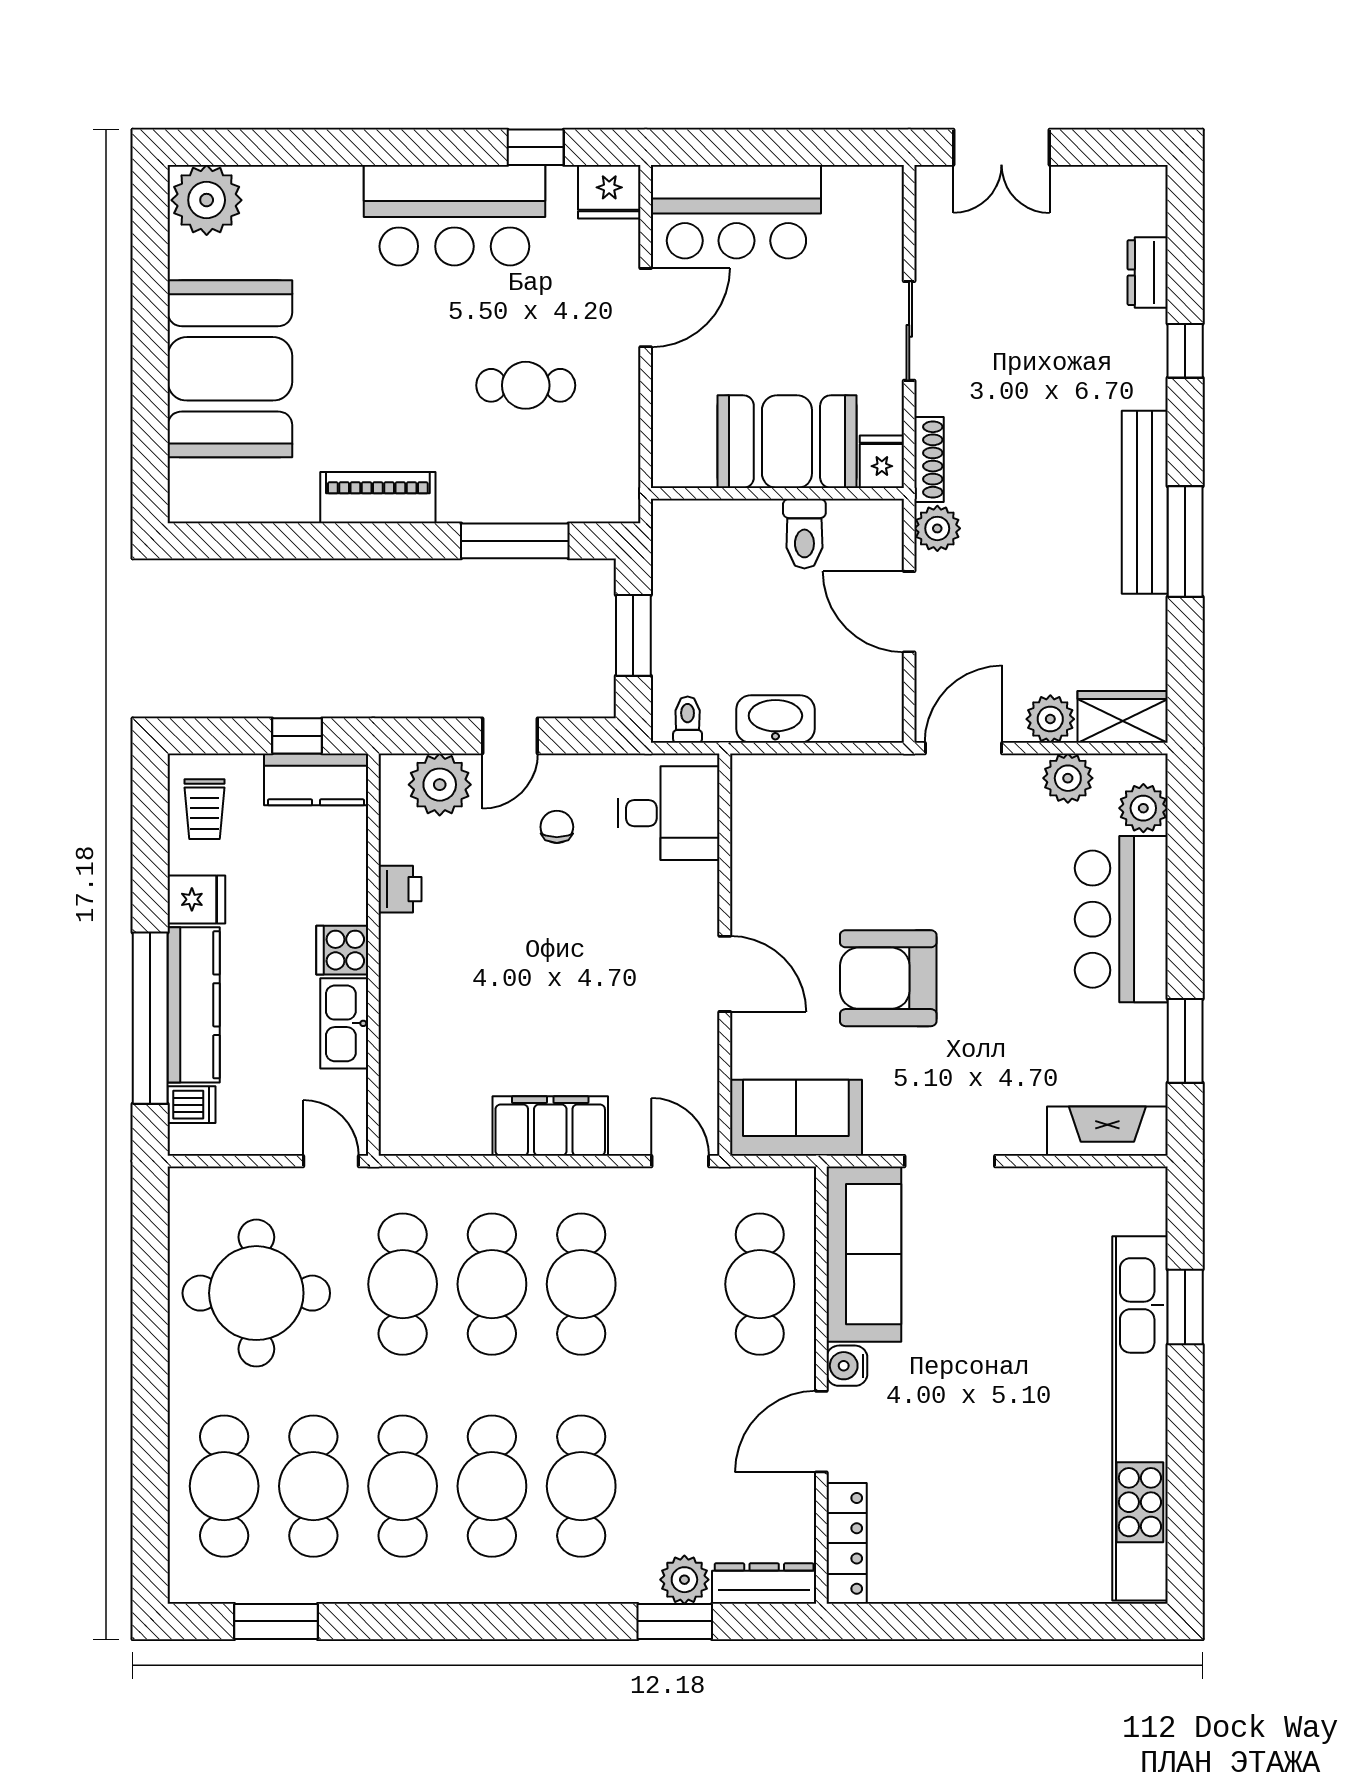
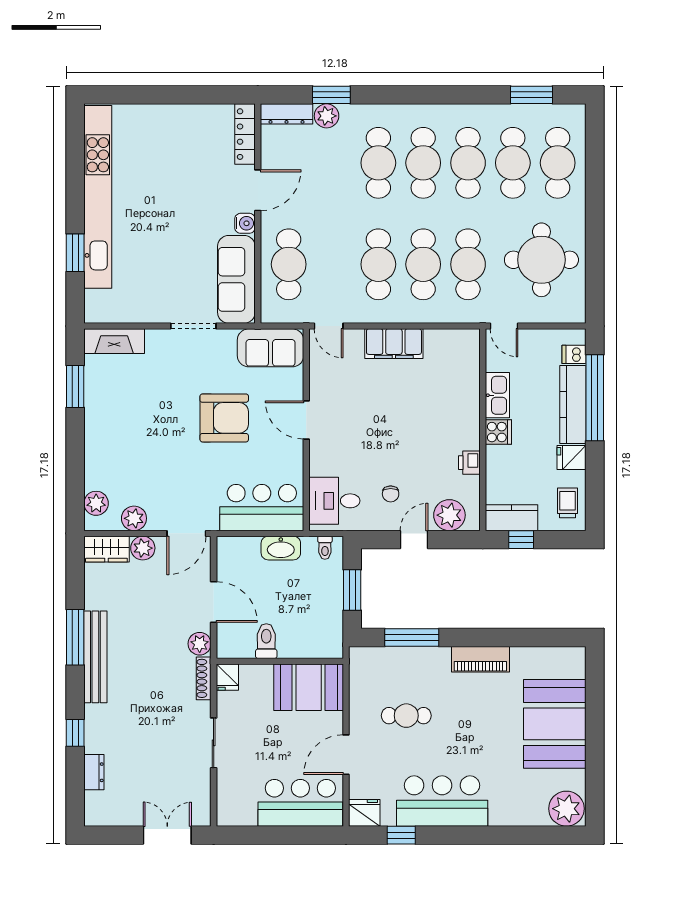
booth: (787, 442) -> (309, 687), moved
bar counter: (1121, 919) -> (262, 508), moved, turned -90

